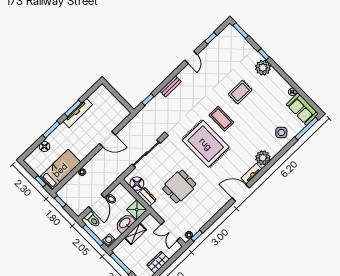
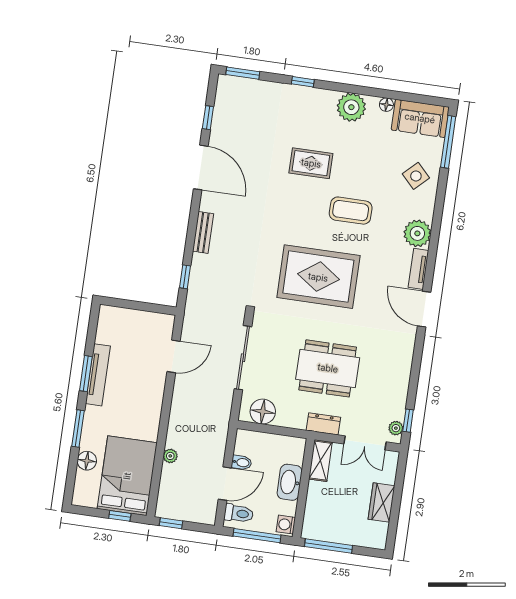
door: (191, 57) -> (201, 167), width x1.87
plant: (263, 68) -> (351, 107), moved
rug: (240, 92) -> (311, 163), turned 90
coffee table: (221, 119) -> (351, 211), moved
door: (107, 139) -> (174, 356), moved
bed: (60, 170) -> (127, 476), width x1.50
dining table: (179, 186) -> (328, 368), width x1.38
door: (241, 193) -> (424, 309), hinge flipped
dresser: (147, 197) -> (323, 424), moved
door: (97, 202) -> (225, 484), hinge flipped
shower: (137, 210) -> (292, 450), removed
shelving: (135, 234) -> (320, 461), moved

